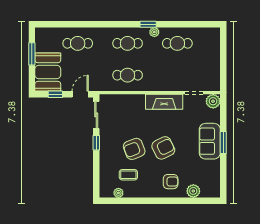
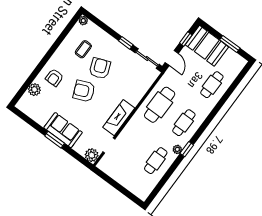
cafe table: (128, 75) -> (160, 105), width x1.37, depth x1.35
armchair: (163, 148) -> (84, 91), turned 93
plant: (118, 193) -> (83, 21), moved

